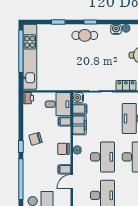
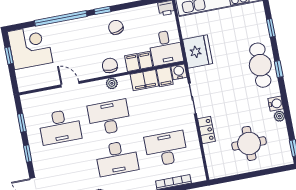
cafe table: (85, 35) -> (260, 65), width x1.37, depth x1.35
fridge: (66, 81) -> (198, 52), added
desk: (102, 157) -> (109, 117), turned 180
filing cabinet: (64, 169) -> (132, 63), moved

